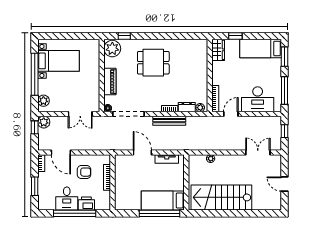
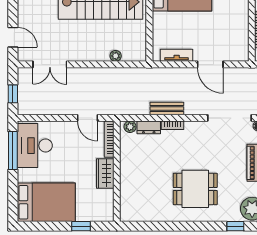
bed: (261, 49) -> (46, 202), width x1.50
wardrobe: (218, 50) -> (105, 173), moved
window: (285, 57) -> (13, 197), removed
desk: (258, 99) -> (35, 146), moved, turned -90
door: (231, 114) -> (87, 118), hinge flipped
bench: (169, 121) -> (167, 108), width x0.73
door: (285, 184) -> (13, 37), moved

